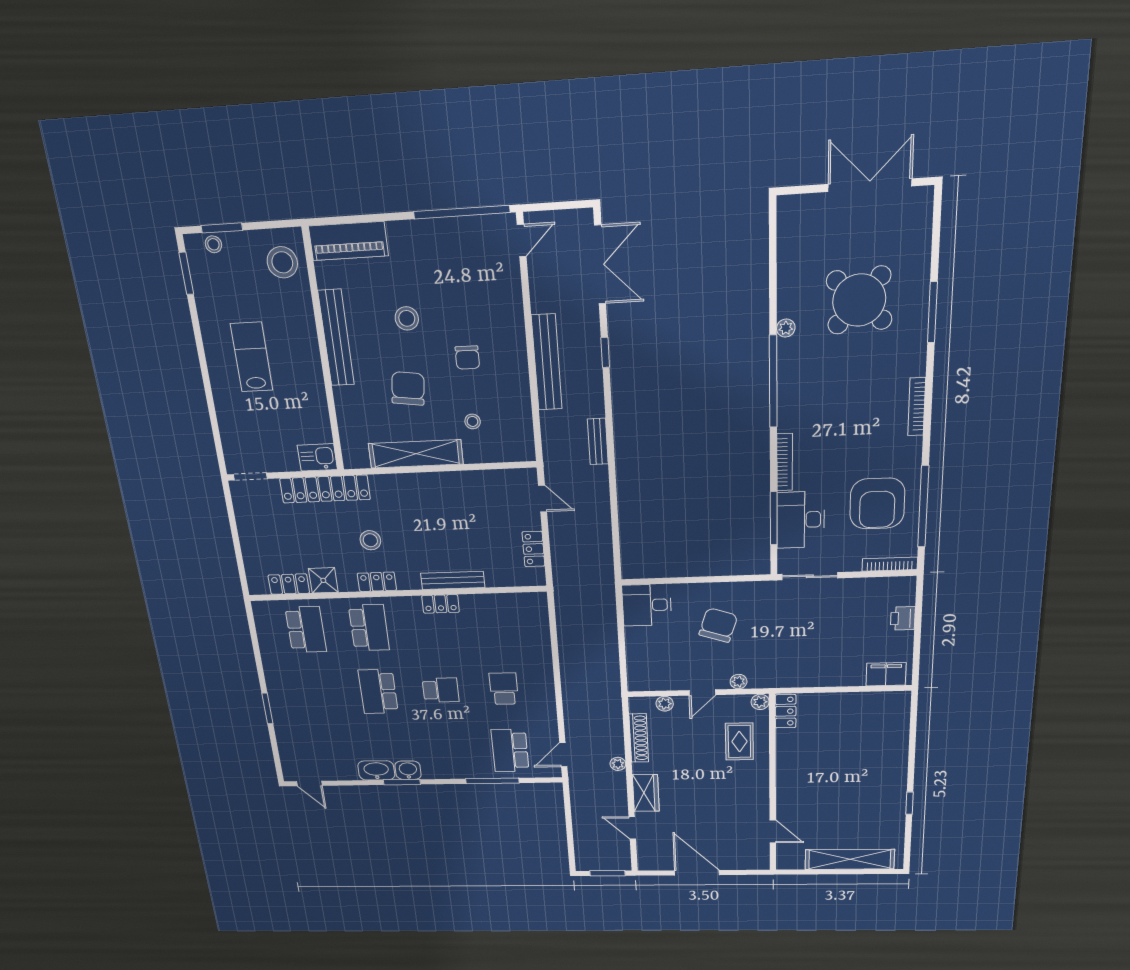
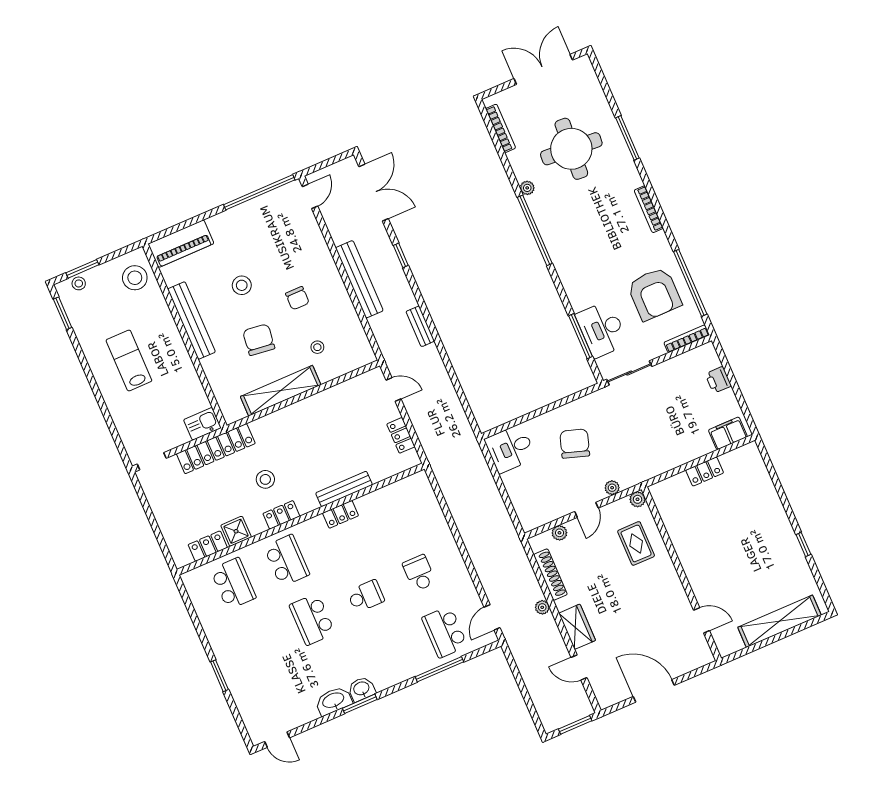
round table: (859, 300) -> (571, 149), turned -38
bookcase: (785, 462) -> (501, 128), moved
locker: (786, 711) -> (705, 472), moved, turned 90

